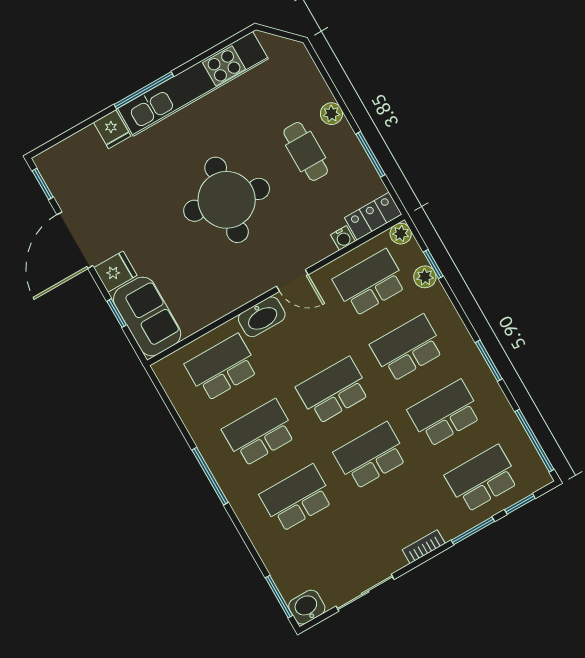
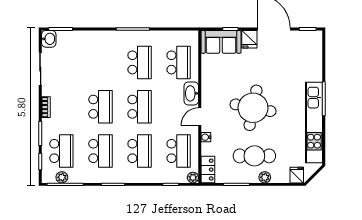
fridge: (112, 129) -> (297, 175), moved, turned 90
cafe table: (306, 151) -> (254, 156), width x1.37, depth x1.35
water cooler: (343, 238) -> (206, 137), moved
plant: (425, 277) -> (62, 177), moved
school desk: (297, 498) -> (100, 62), removed

